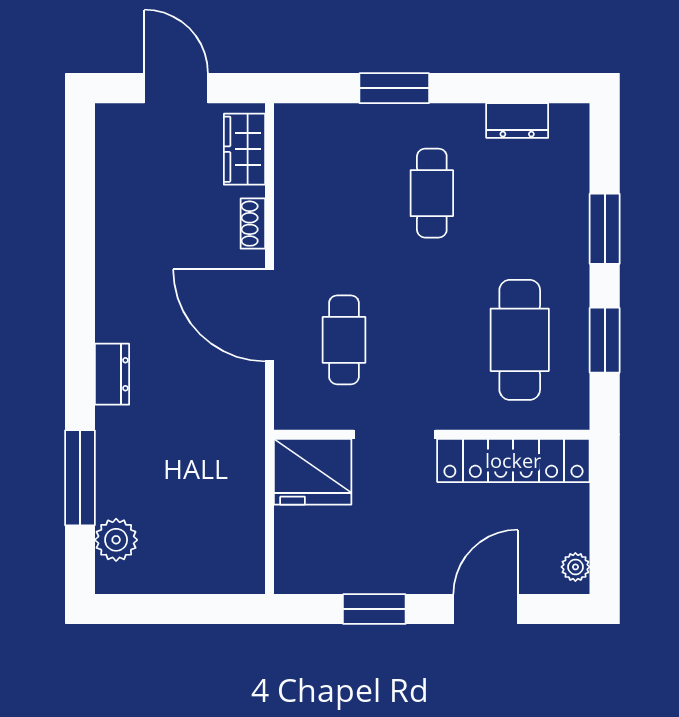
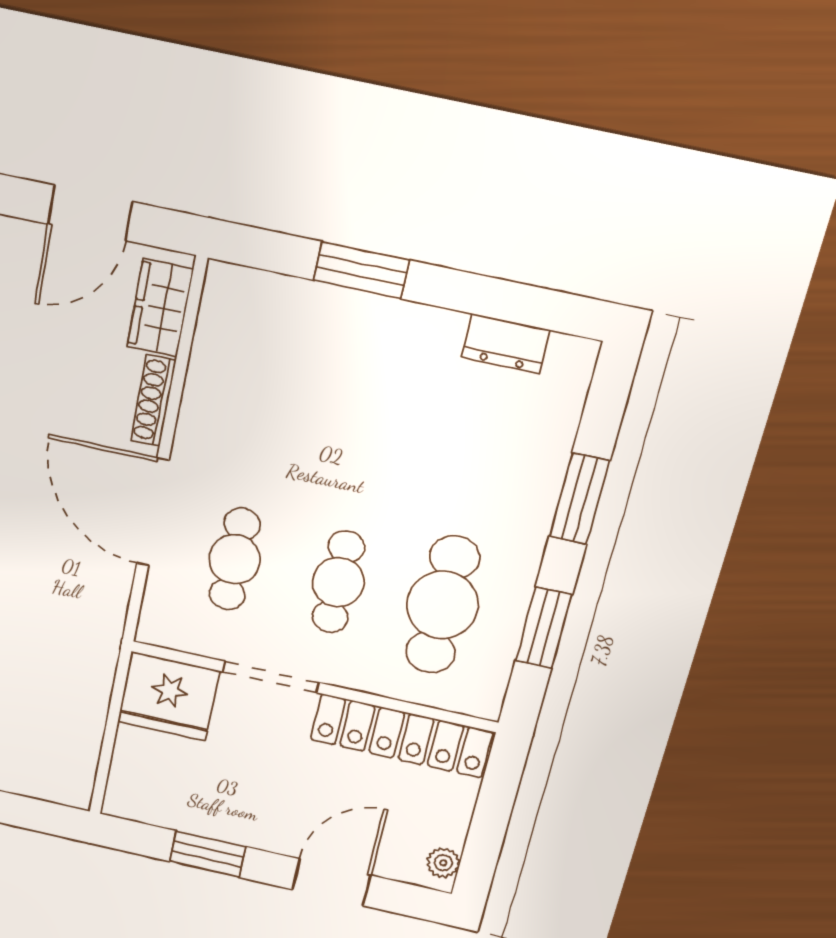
door: (176, 88) -> (90, 213), swing flipped
cafe table: (432, 193) -> (338, 582), moved
shoe rack: (253, 224) -> (153, 400), width x1.43

